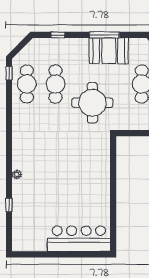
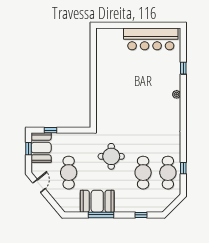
window: (9, 73) -> (183, 168), moved
round table: (92, 103) -> (111, 156), width x0.73, depth x0.73
bar counter: (79, 239) -> (151, 39), moved

